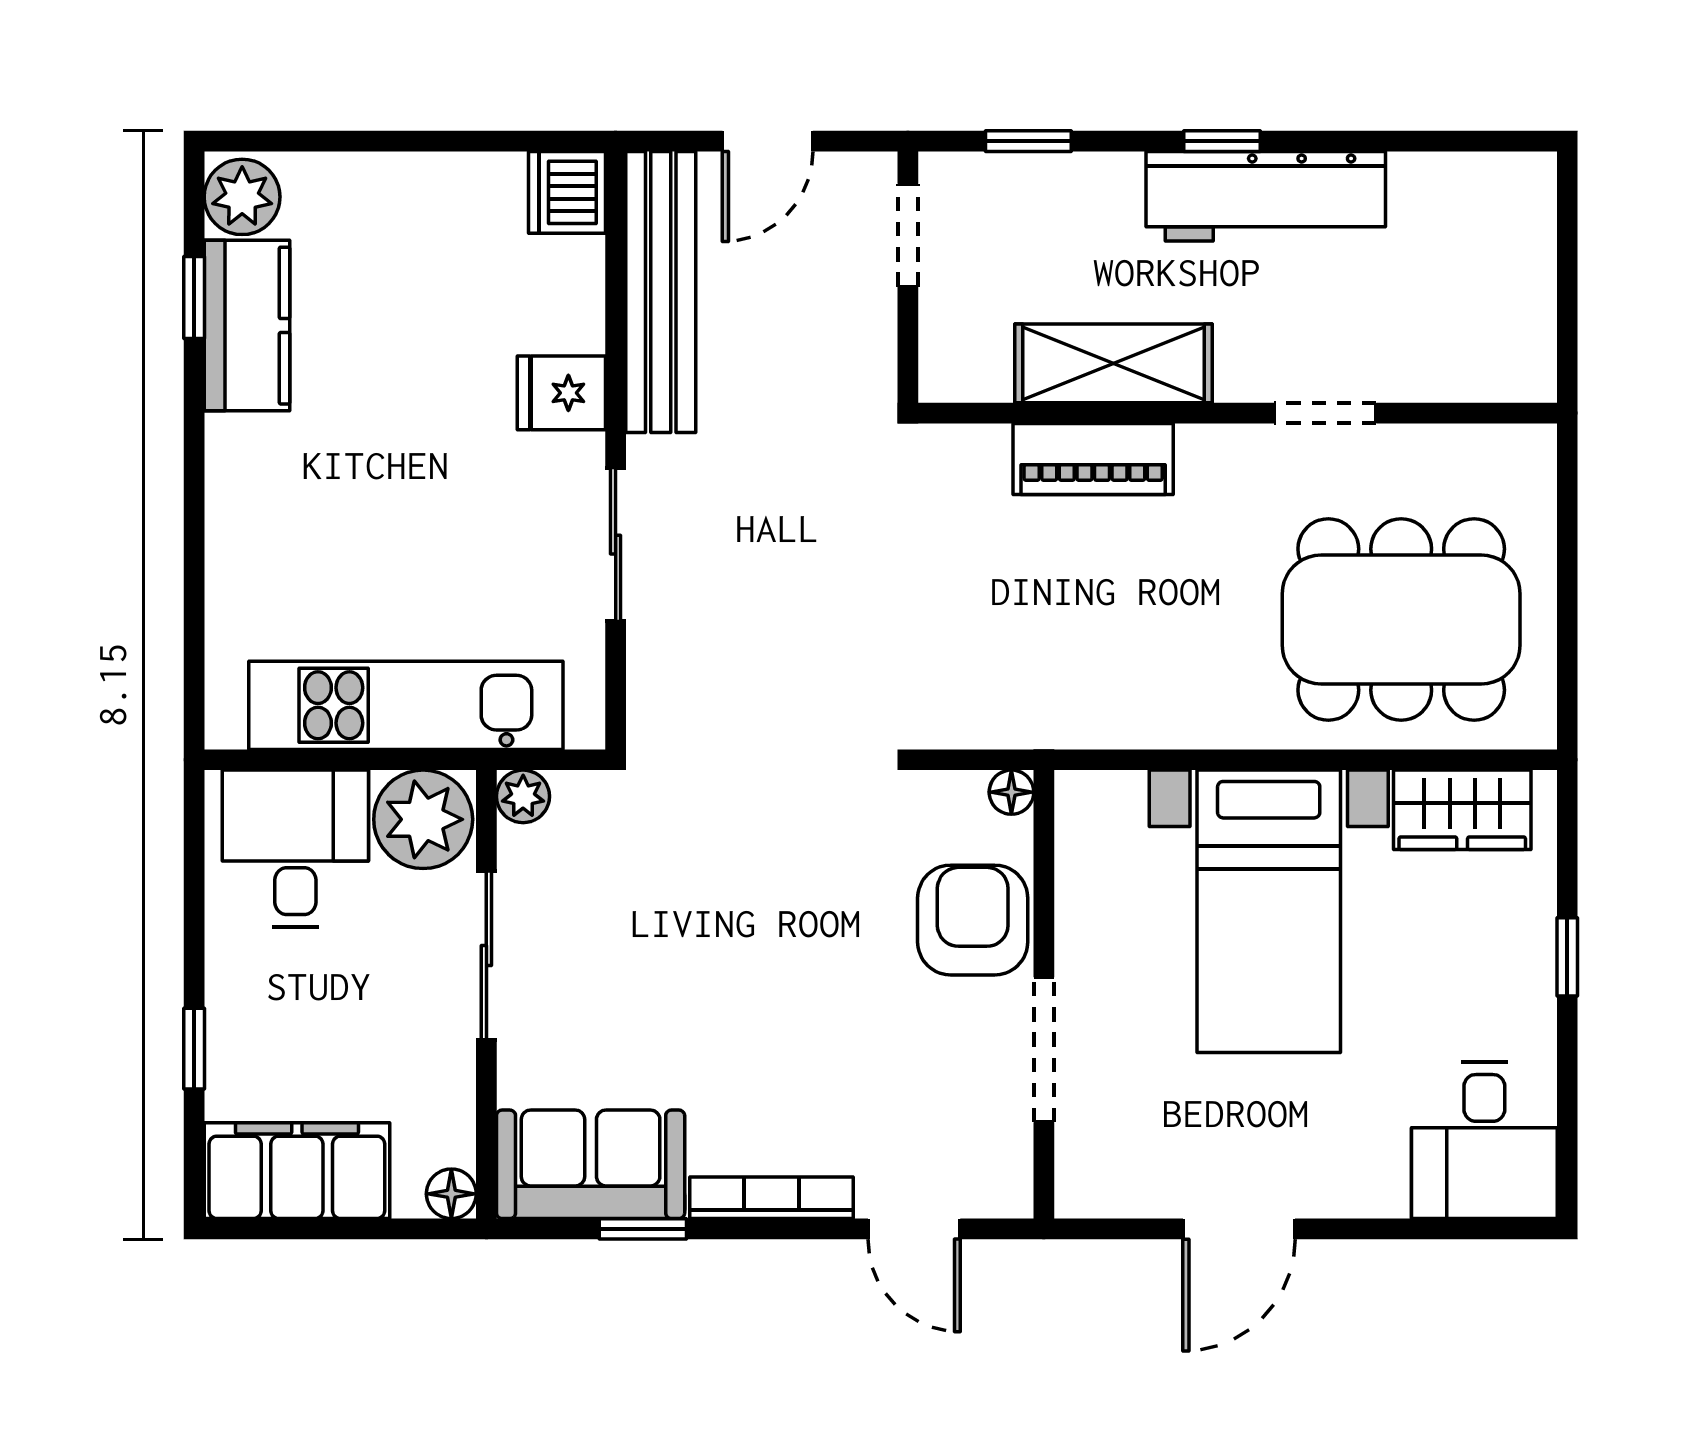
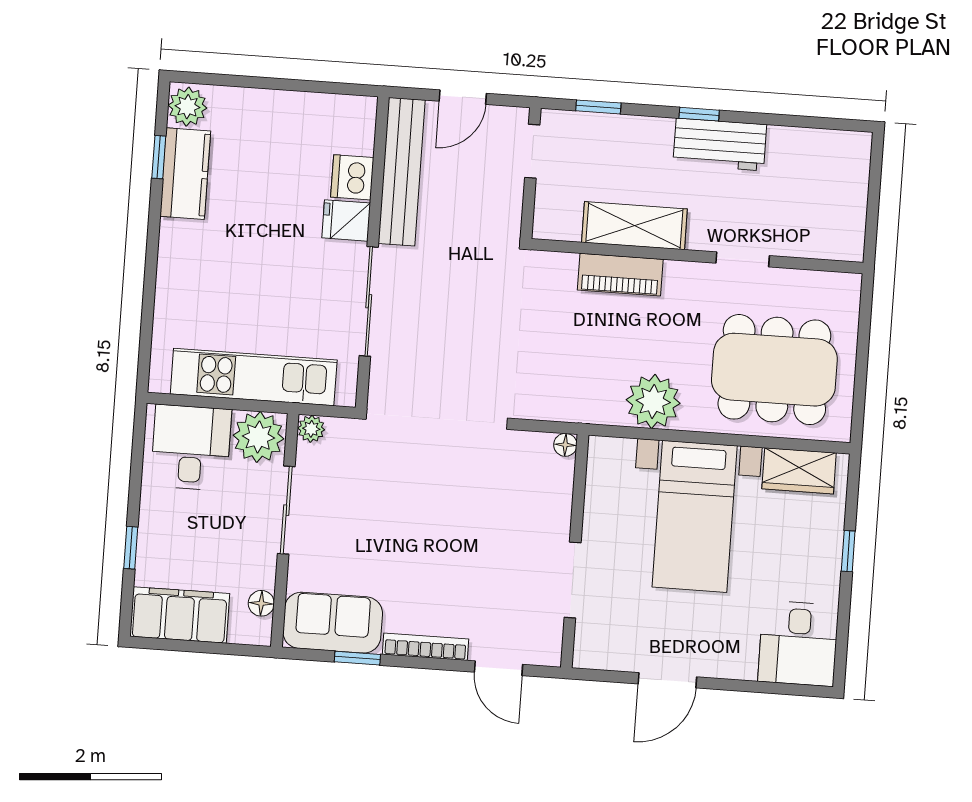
dishwasher: (567, 192) -> (352, 177), moved
workbench: (1266, 196) -> (720, 144), width x0.73
sliding door: (616, 545) -> (369, 301), width x1.37
plant: (1174, 697) -> (653, 401), added
armchair: (973, 920) -> (540, 510), removed
floor lamp: (451, 1194) -> (261, 603), moved

